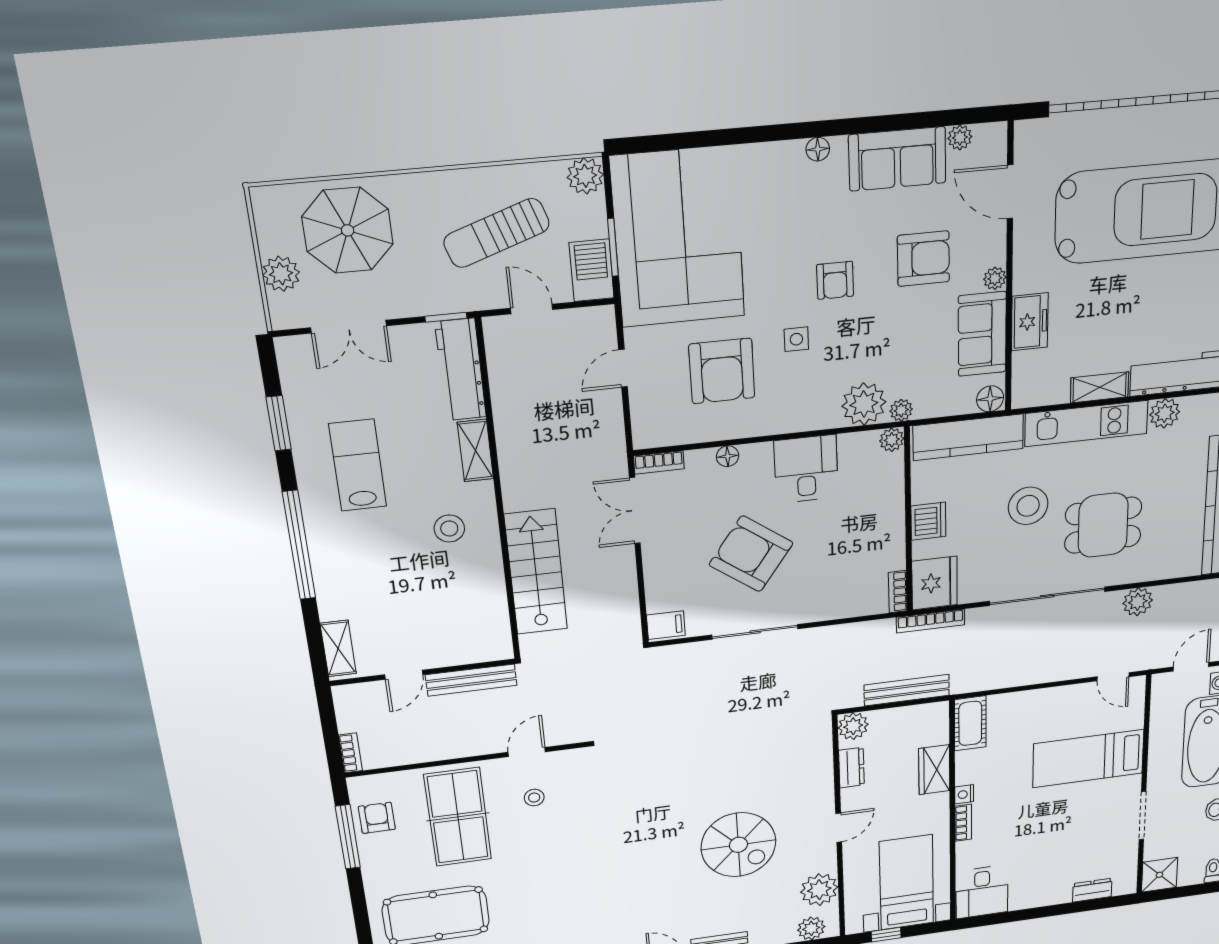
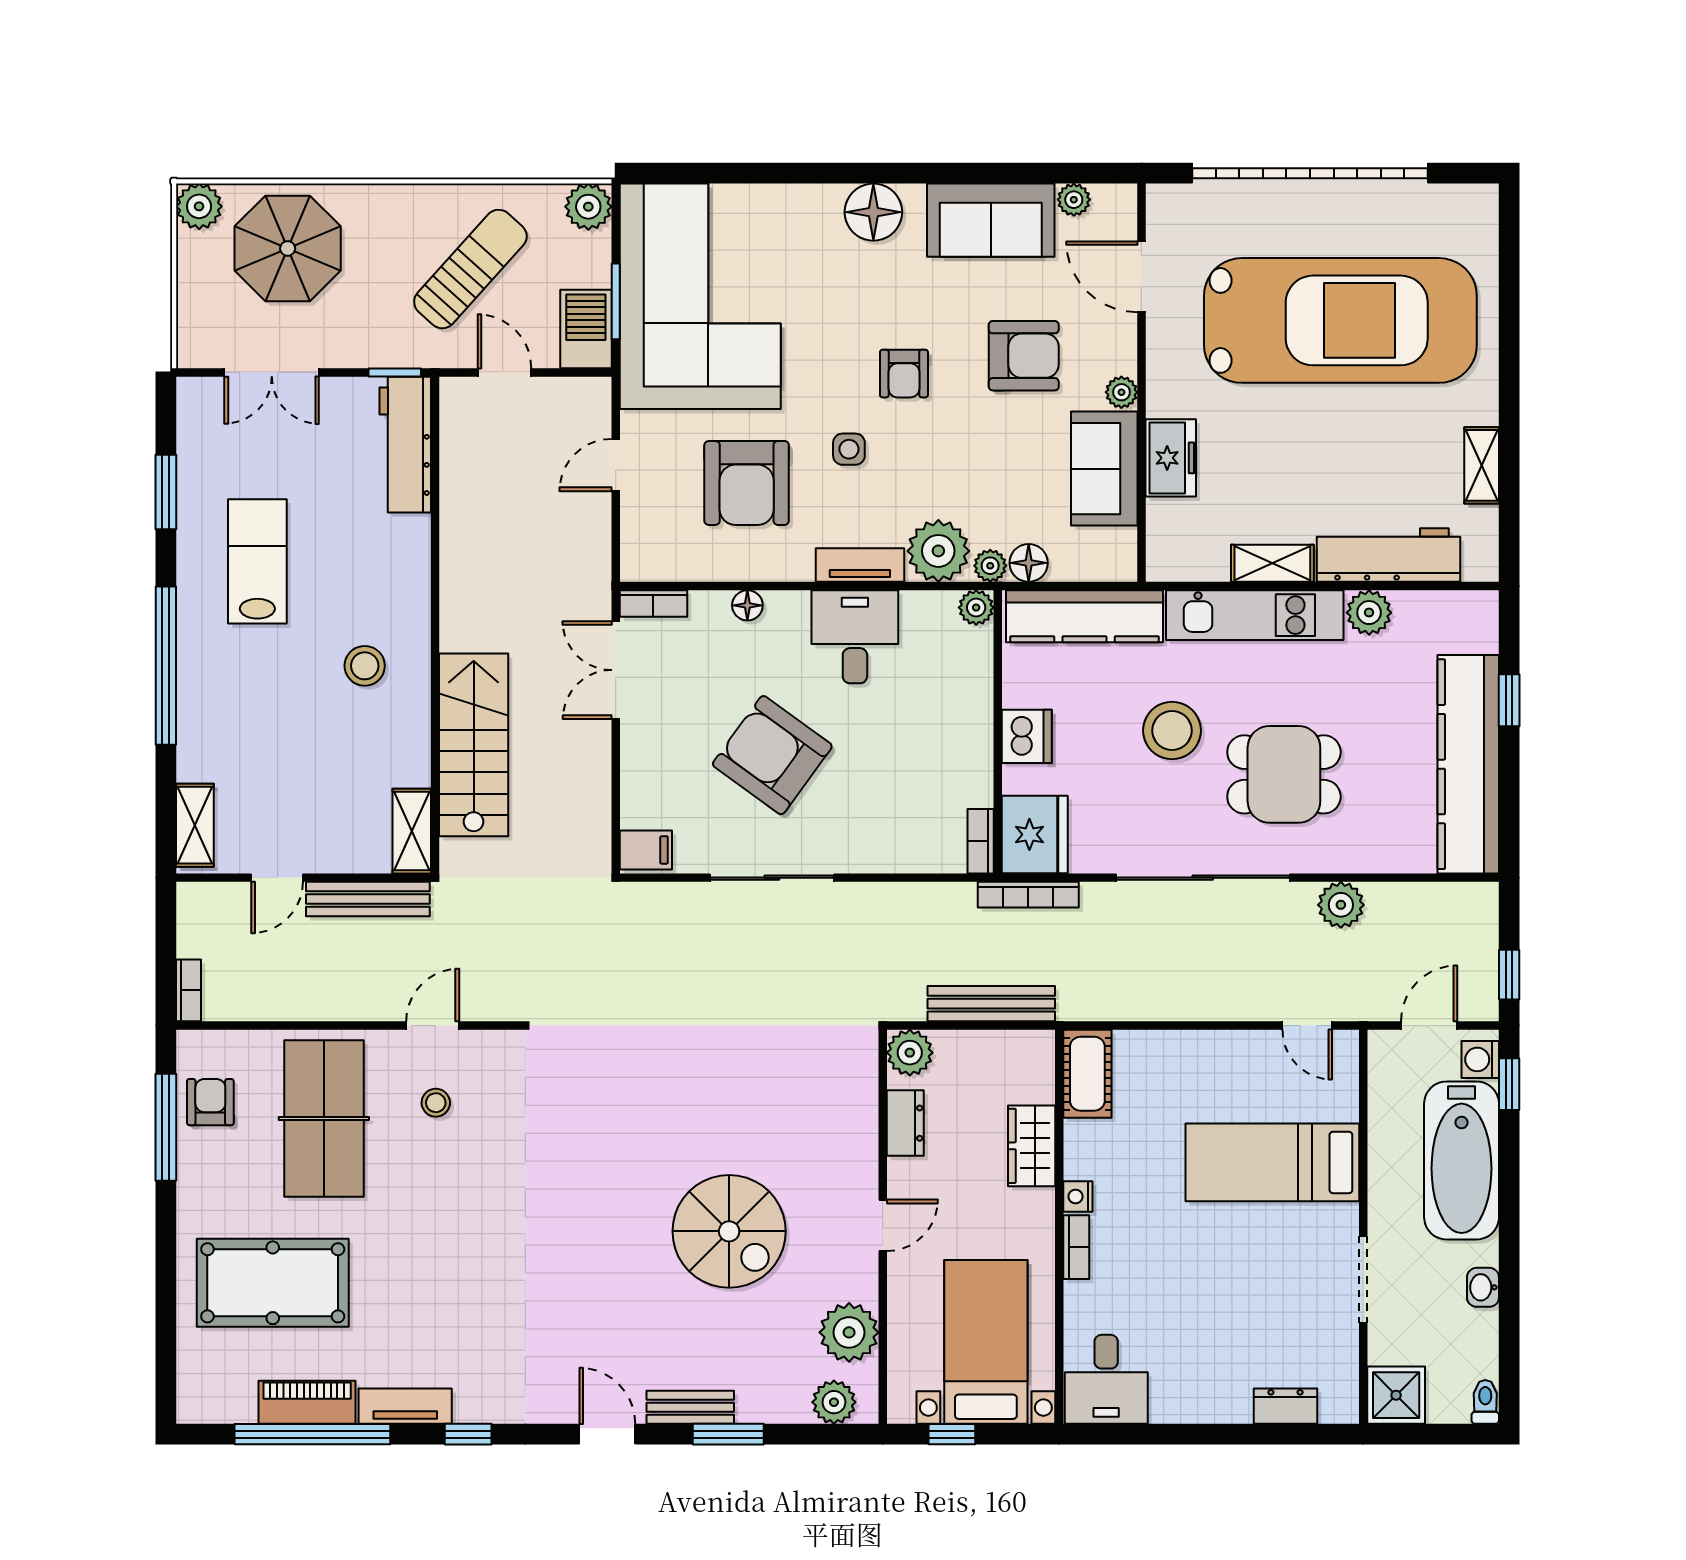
floor lamp: (818, 149) -> (873, 212), width x1.89, depth x1.89
sun lounger: (497, 233) -> (470, 269), turned 151
plant: (281, 274) -> (199, 206), moved
floor lamp: (990, 399) -> (1029, 563), moved
tv unit: (808, 420) -> (860, 565), added
shelving: (475, 451) -> (412, 831), moved

